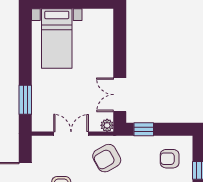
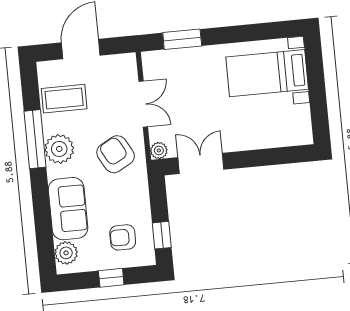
window: (144, 129) -> (162, 235), moved
armchair: (170, 159) -> (123, 237), turned -90

